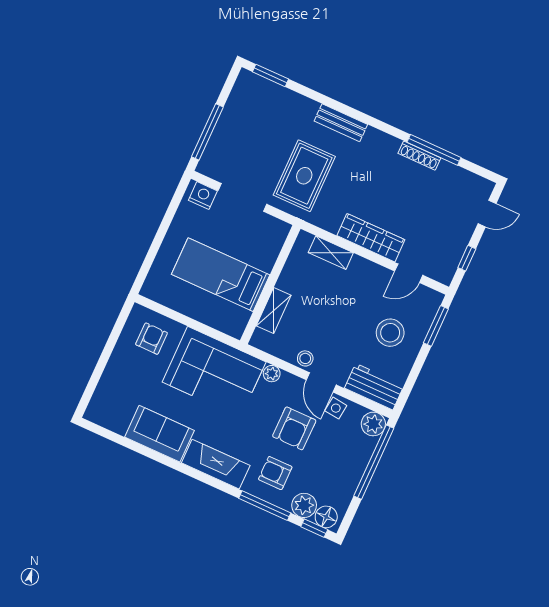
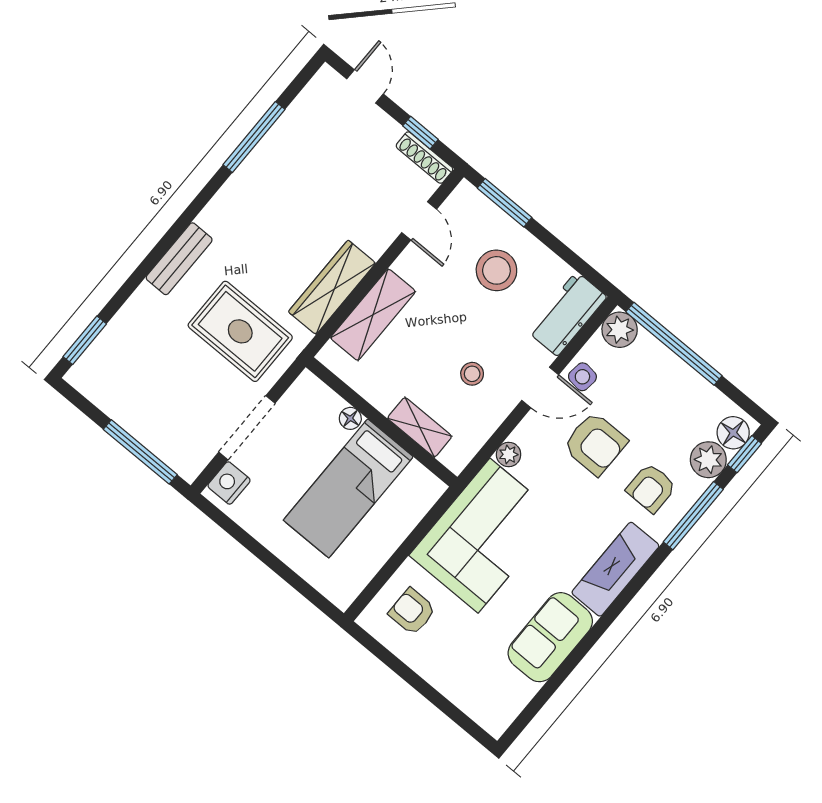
shoe rack: (419, 156) -> (424, 158), moved, turned 90
wardrobe: (371, 238) -> (332, 287), moved
shelving: (331, 253) -> (373, 315), width x1.50, depth x1.33
floor lamp: (267, 263) -> (350, 418), added
stool: (305, 358) -> (472, 374), moved

